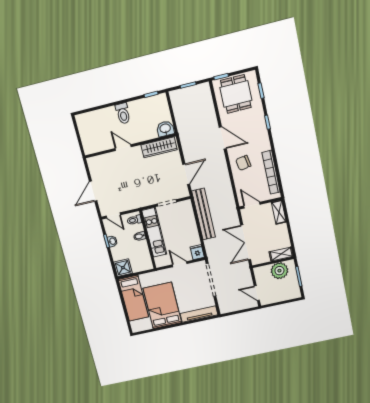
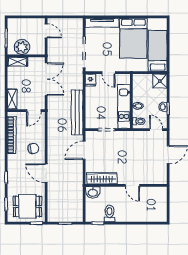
dining table: (236, 94) -> (27, 207), turned 90
toilet: (123, 113) -> (110, 213), moved
door: (252, 205) -> (34, 111), hinge flipped

